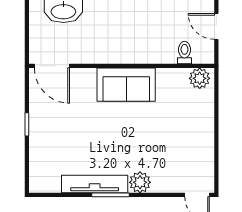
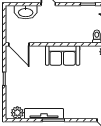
plant: (140, 182) -> (17, 113), moved

